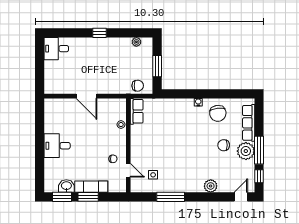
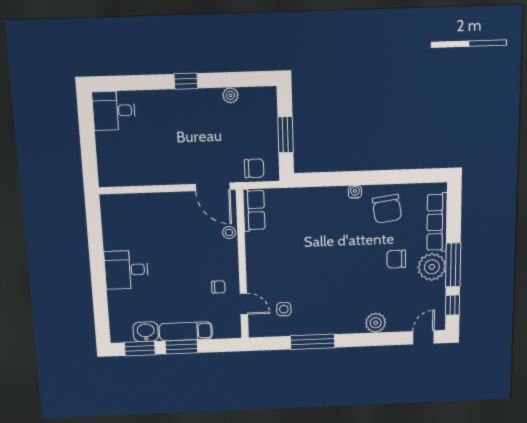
plant: (136, 42) -> (230, 95), moved
door: (86, 96) -> (213, 187), moved

